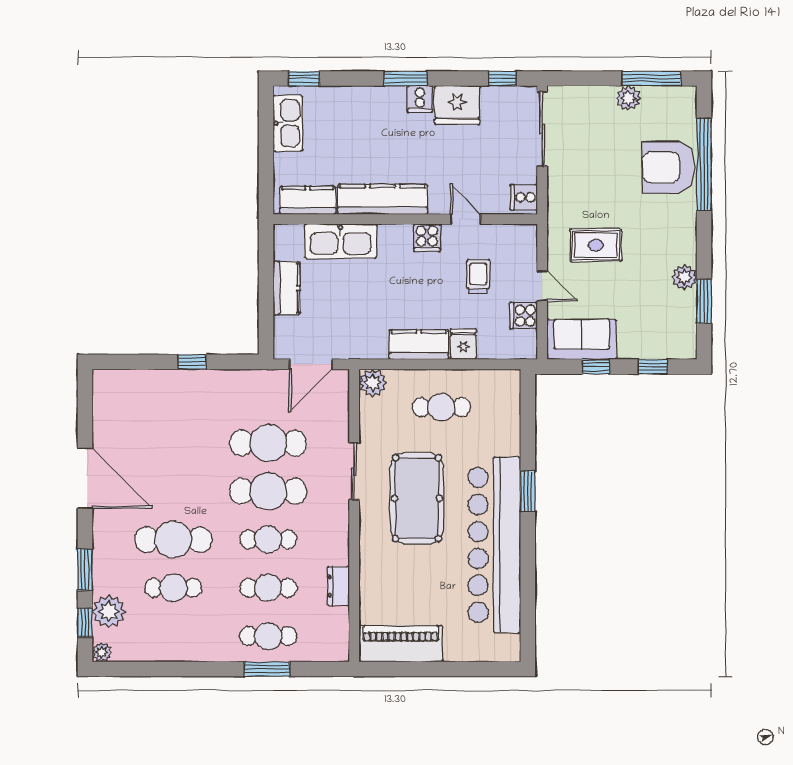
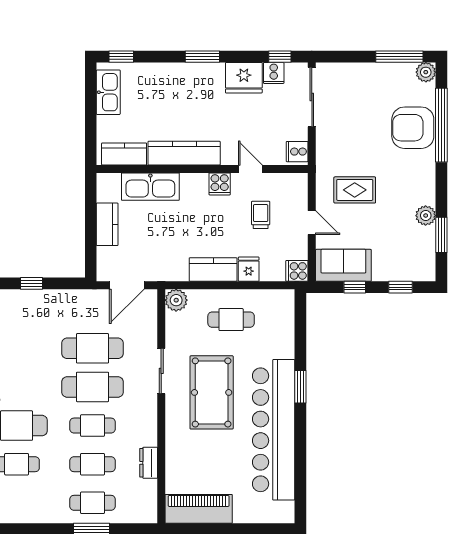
plant: (628, 98) -> (426, 72), moved
cooker: (420, 99) -> (274, 73), moved
cooker: (524, 316) -> (297, 271), moved

